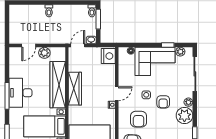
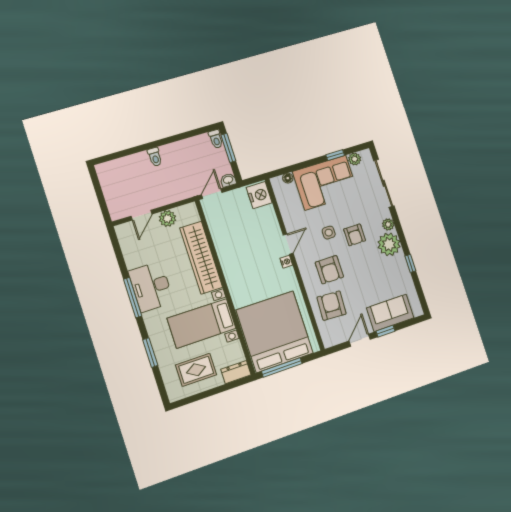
wardrobe: (75, 89) -> (227, 255), removed

